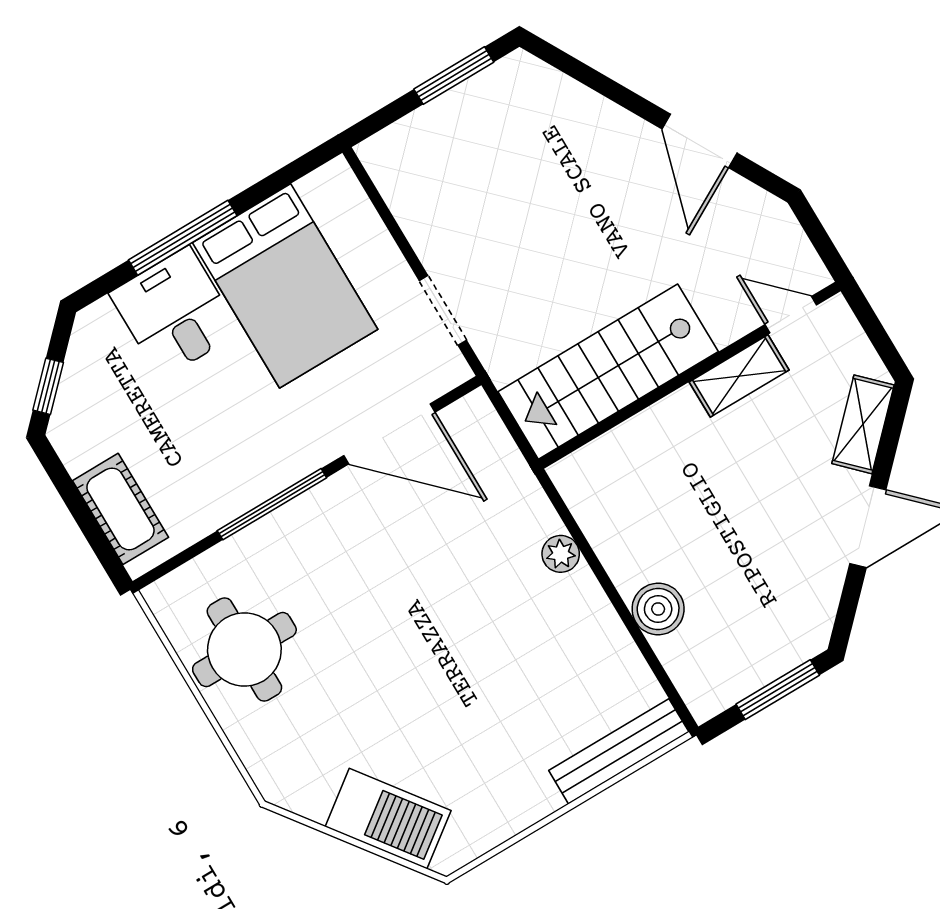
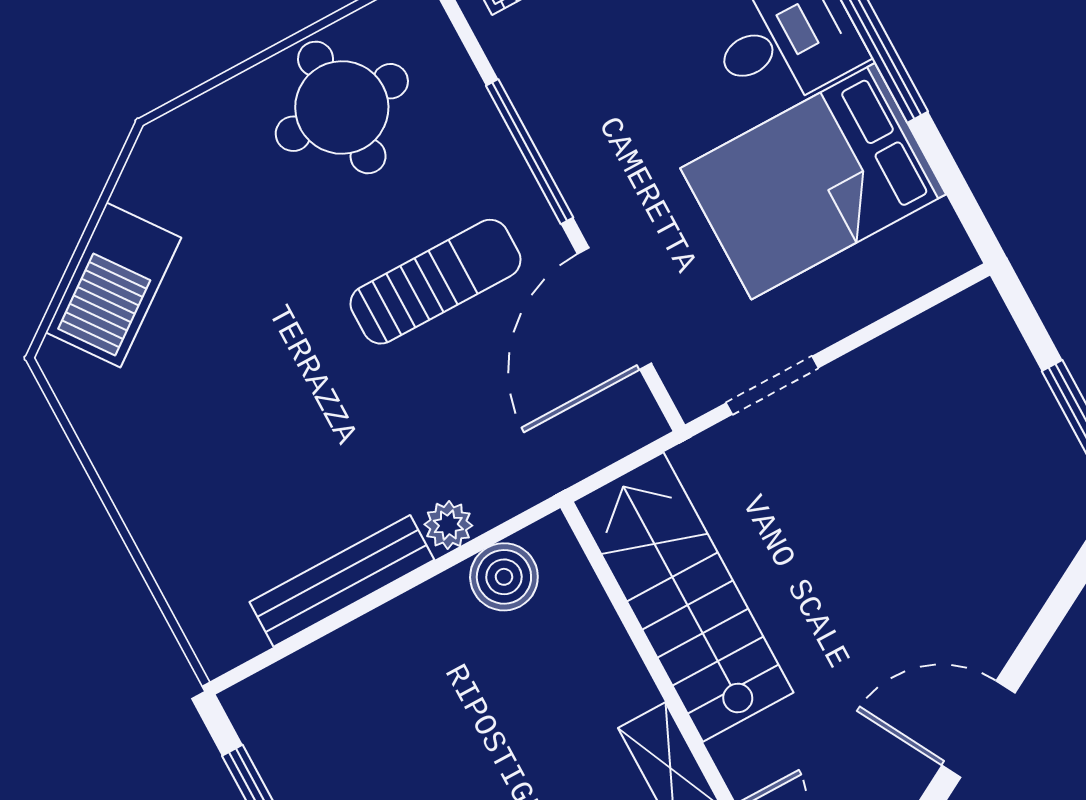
sun lounger: (375, 572) -> (435, 282), added
boiler: (658, 609) -> (504, 577), moved
bench: (619, 751) -> (342, 581), moved, turned 90

